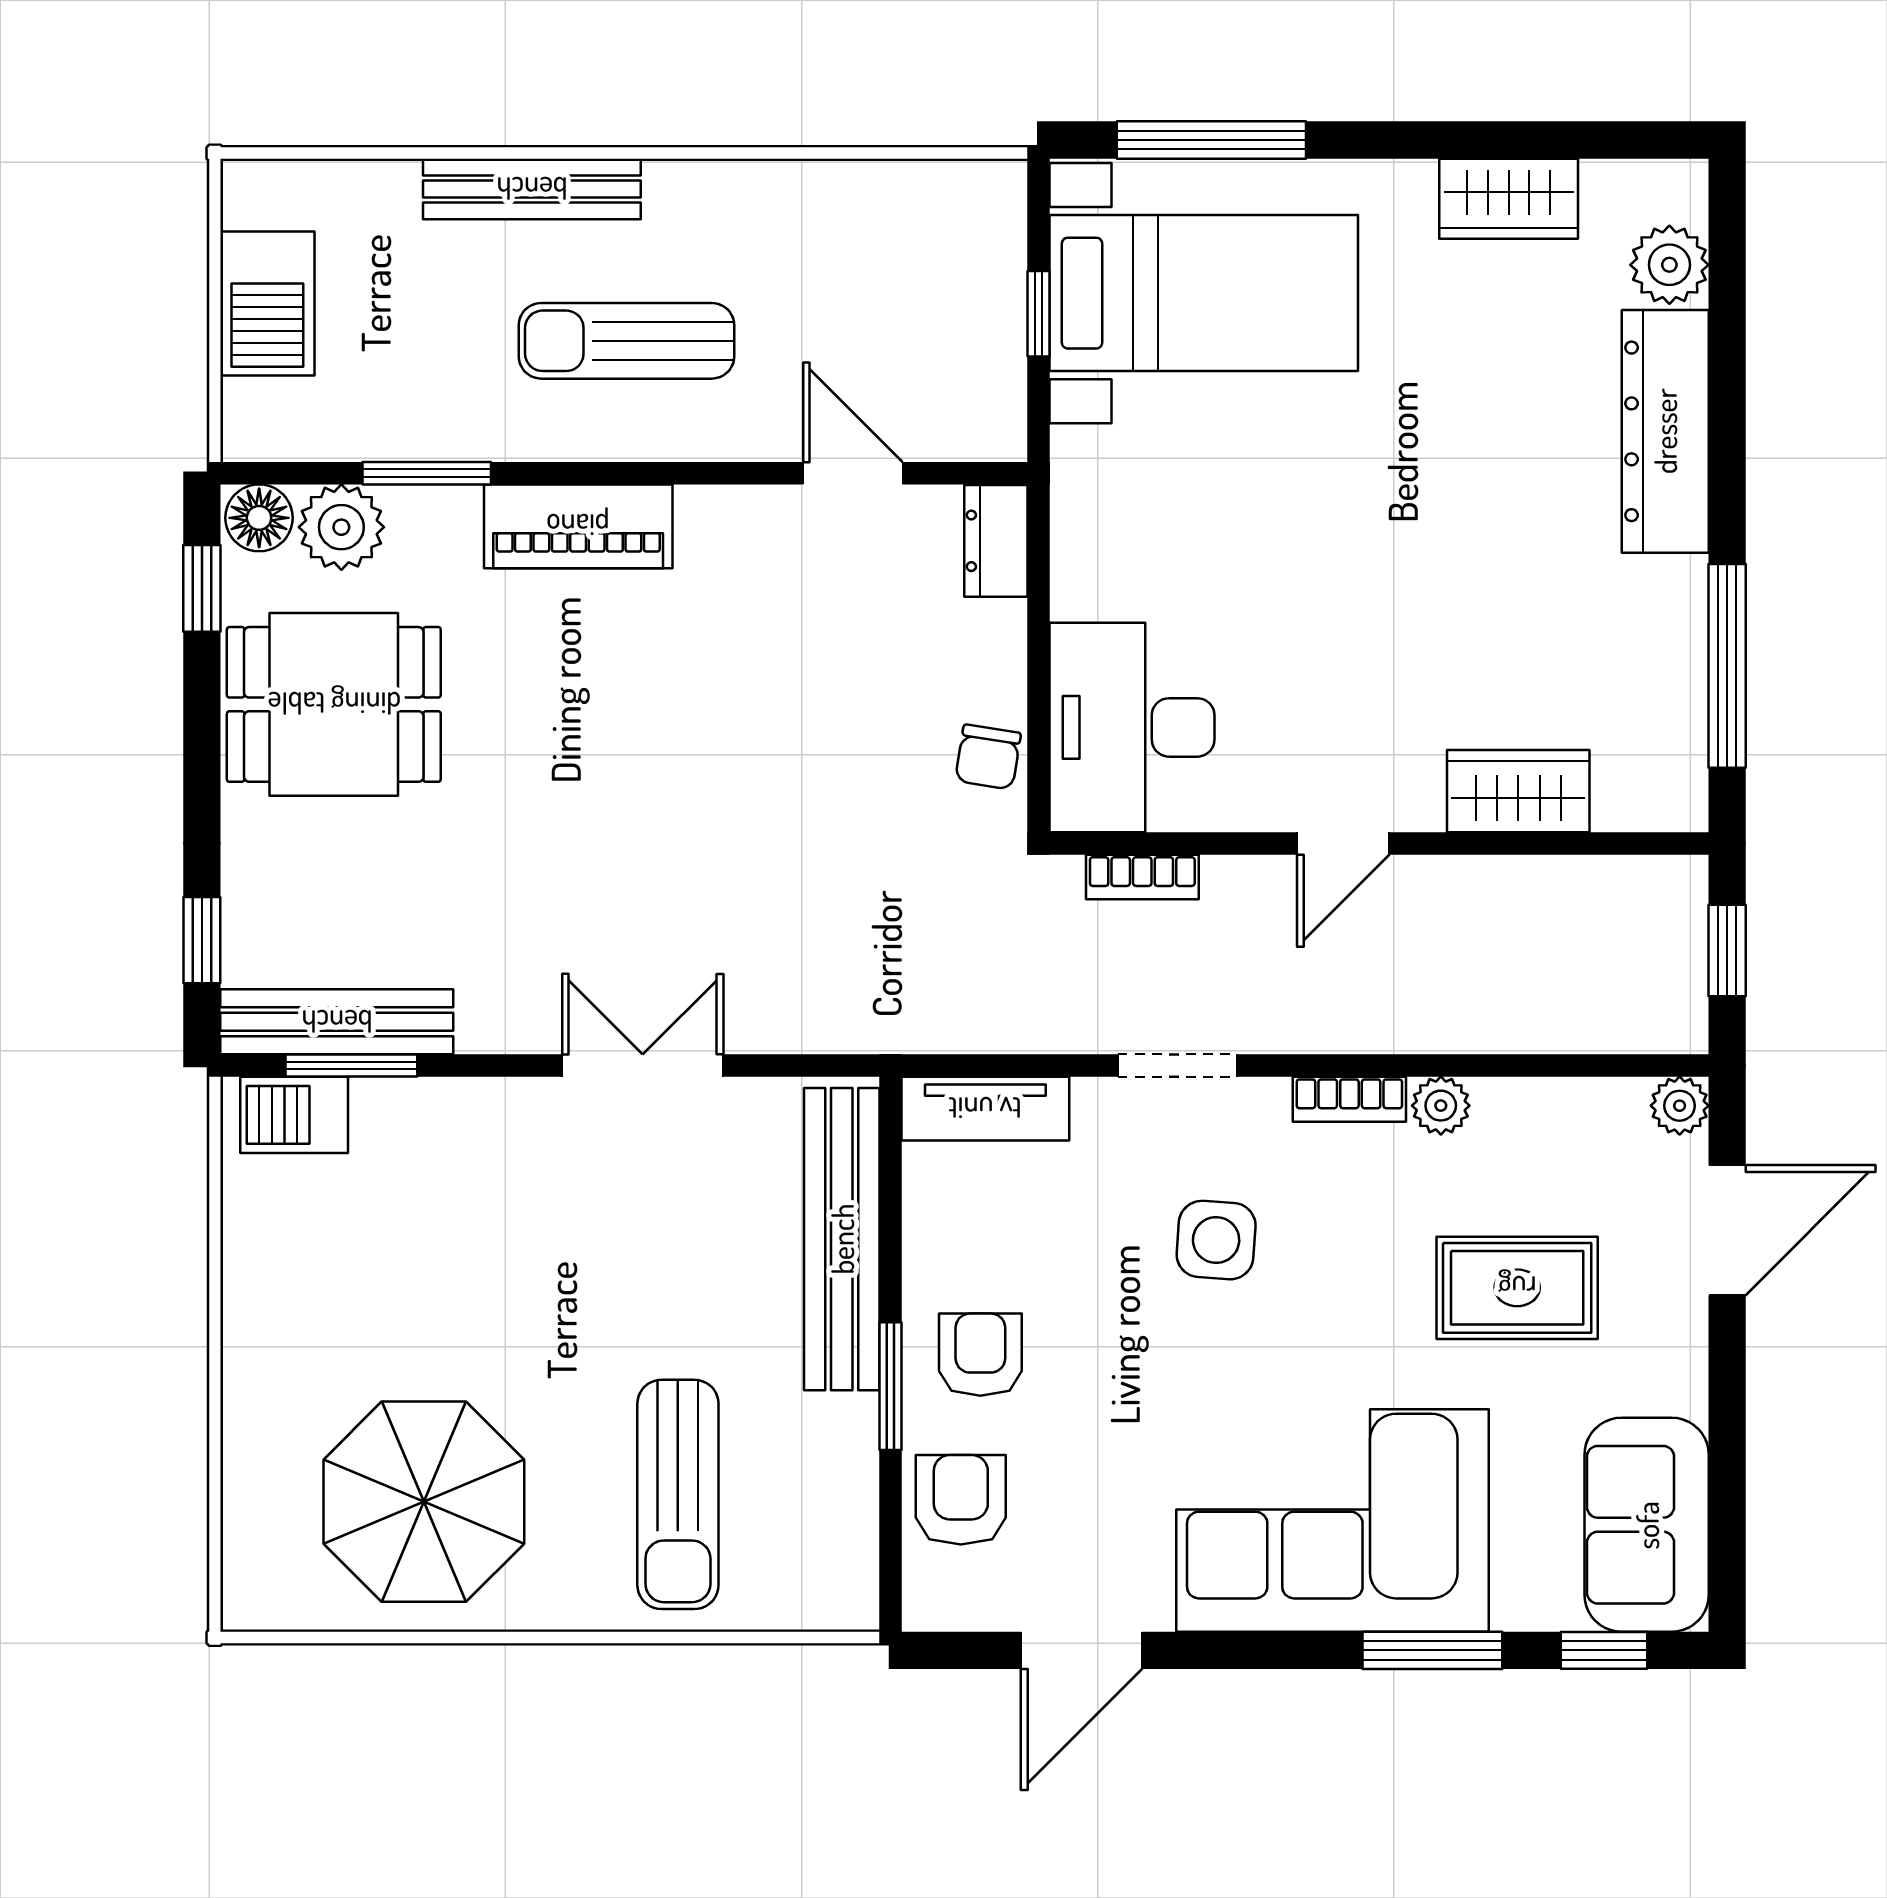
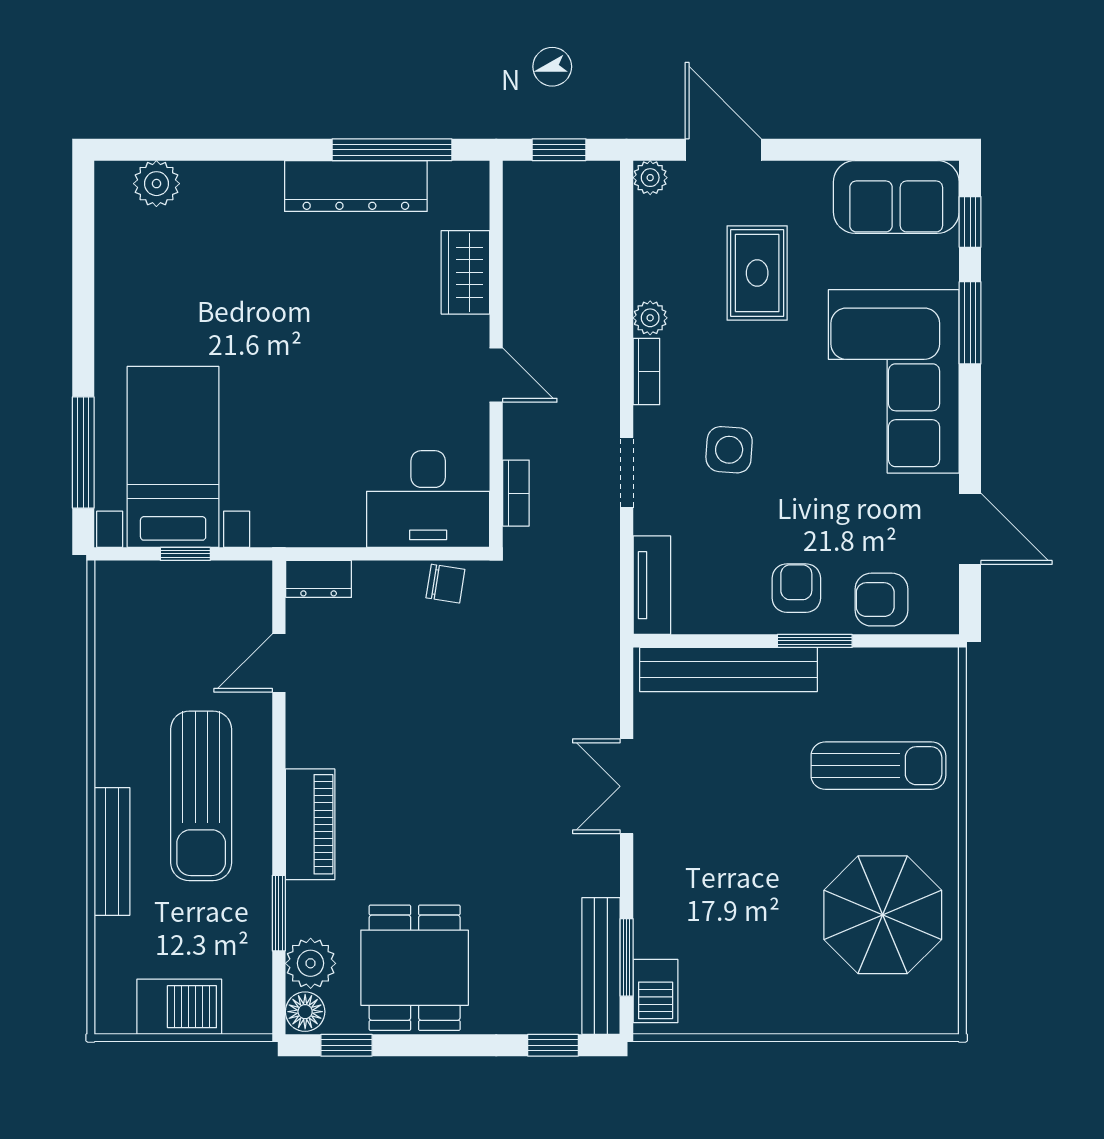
wardrobe: (1509, 199) -> (118, 278), removed
sun lounger: (626, 341) -> (201, 796), width x1.36, depth x1.34
dresser: (1665, 431) -> (356, 186), moved
armchair: (980, 1355) -> (796, 588), turned 90

